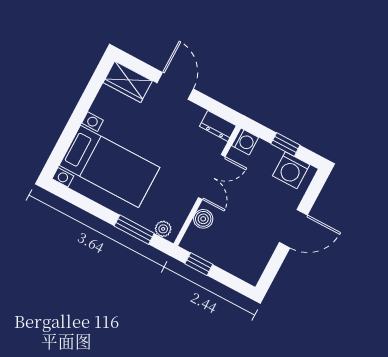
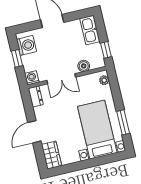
double door: (212, 177) -> (61, 79), swing flipped
window: (134, 230) -> (123, 122), moved
kitchen sink: (241, 266) -> (90, 30), added

